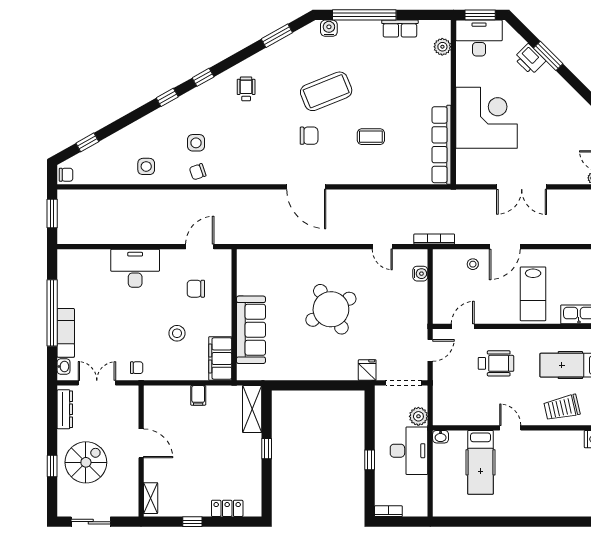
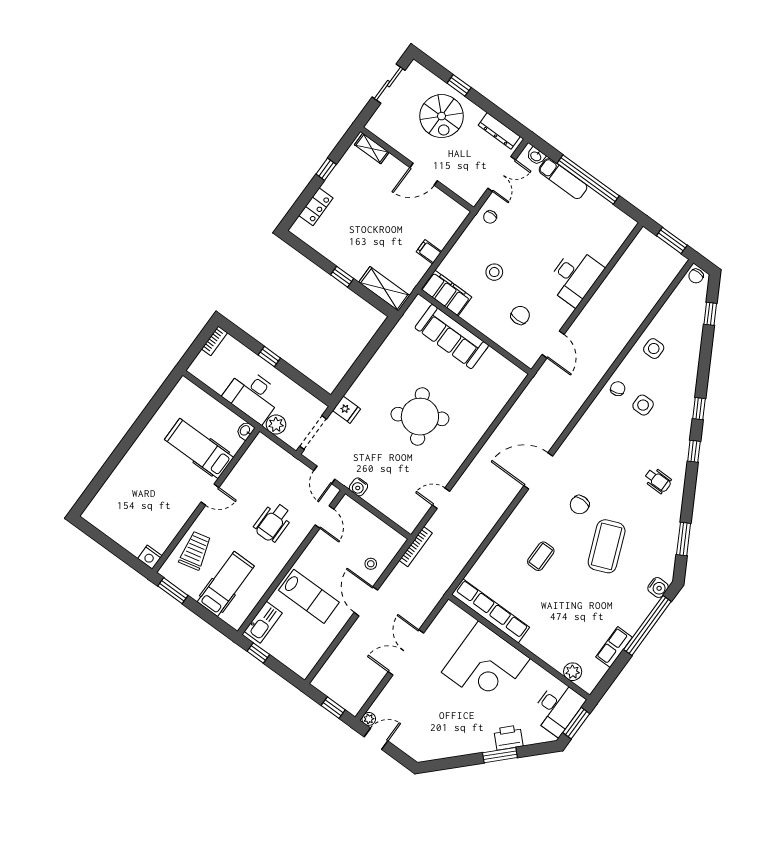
water cooler: (420, 274) -> (358, 487), moved
lab bench: (533, 294) -> (309, 596), turned 180

